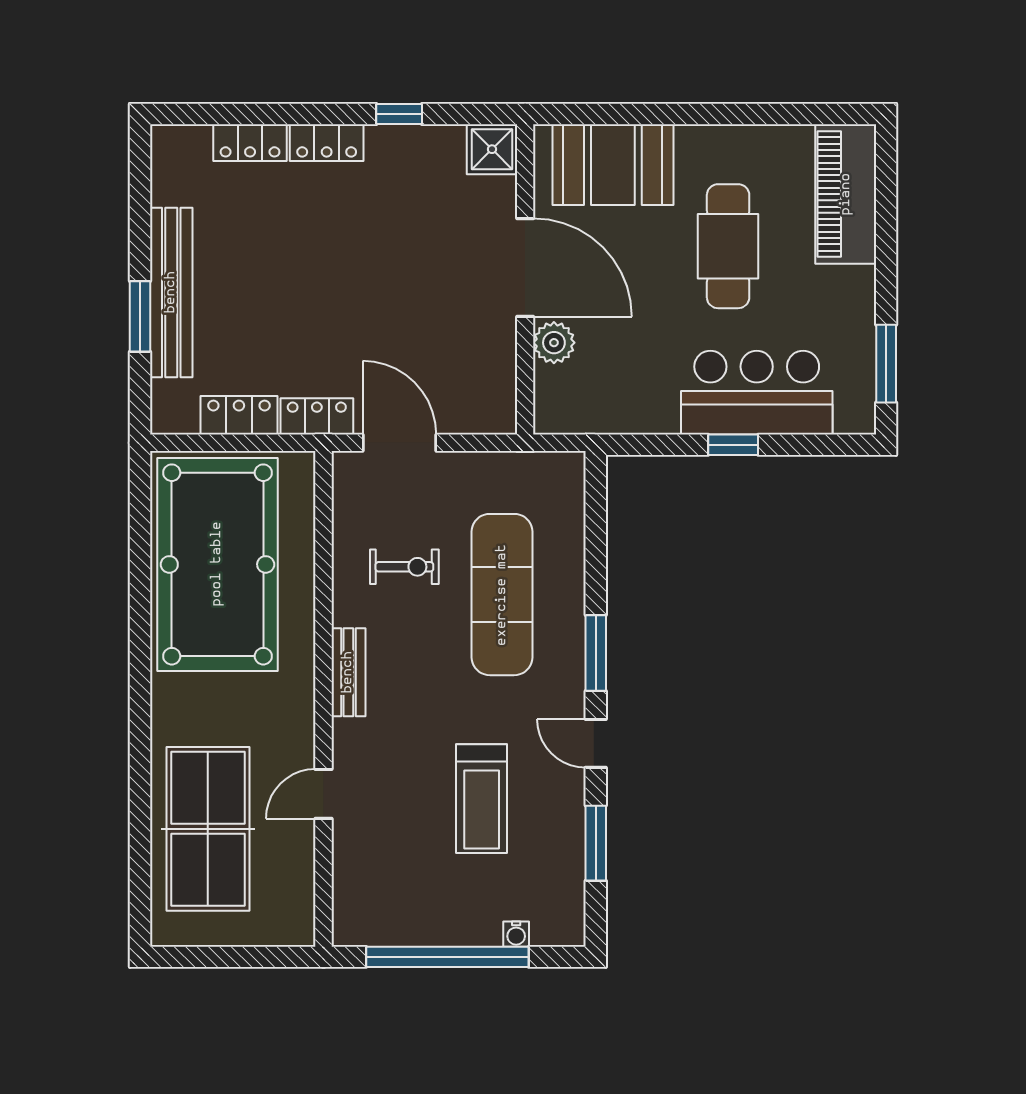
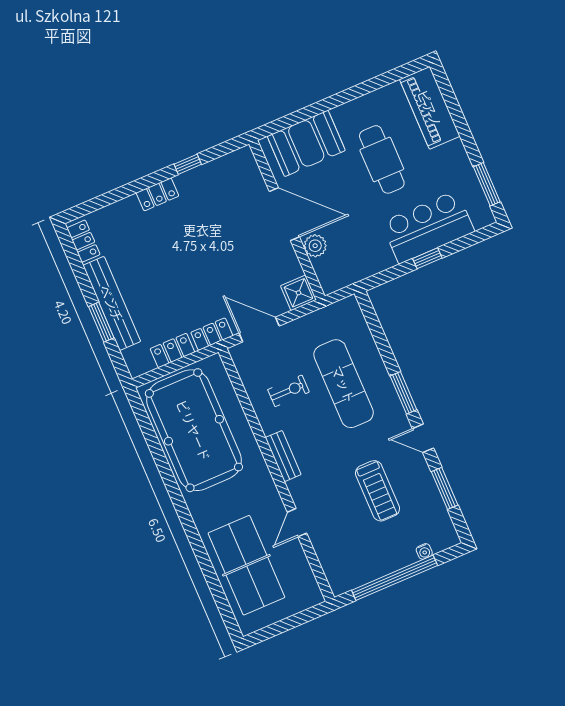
locker: (250, 143) -> (83, 241), moved, turned -90
shower: (492, 149) -> (298, 293), moved

